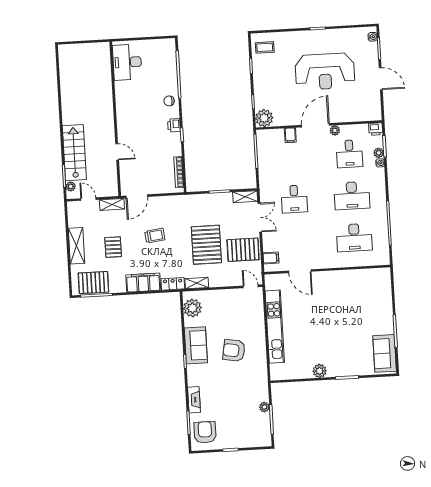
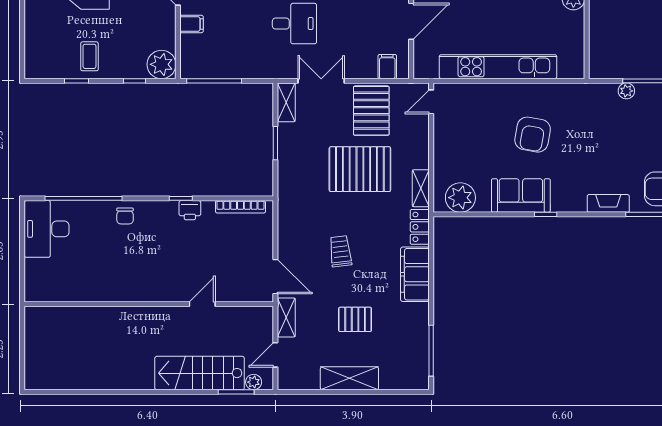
coffee table: (265, 47) -> (89, 56), moved
desk: (127, 62) -> (47, 229), moved, turned 90
printer: (174, 125) -> (190, 210), moved
pallet: (93, 283) -> (410, 354), removed

